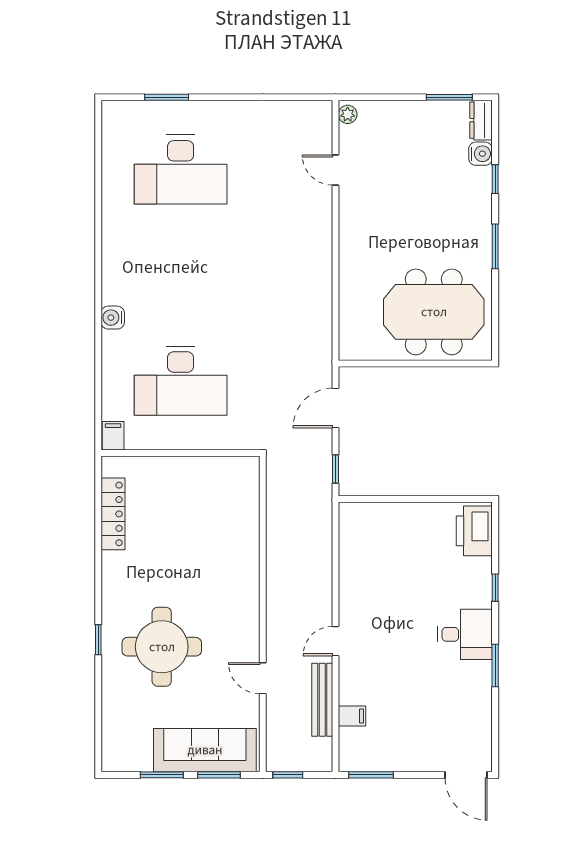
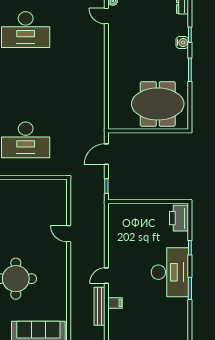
water cooler: (481, 154) -> (182, 42), moved
door: (335, 170) -> (106, 16), moved
desk: (465, 634) -> (170, 272), width x1.87, depth x1.30
door: (263, 678) -> (69, 234), moved
filing cabinet: (352, 716) -> (115, 303), moved

